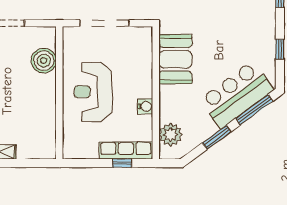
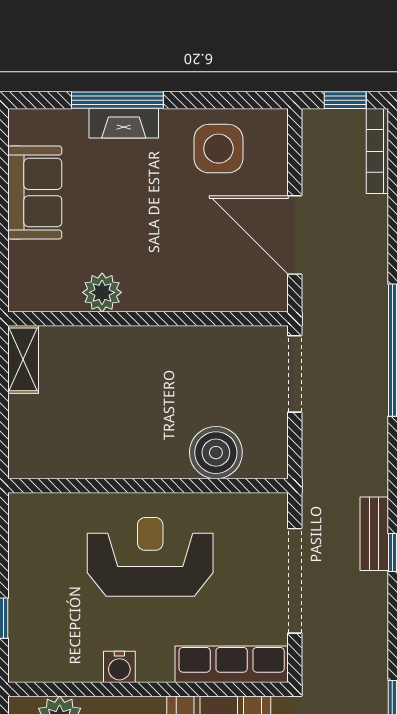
row of seats: (126, 151) -> (232, 664), moved, turned -90

